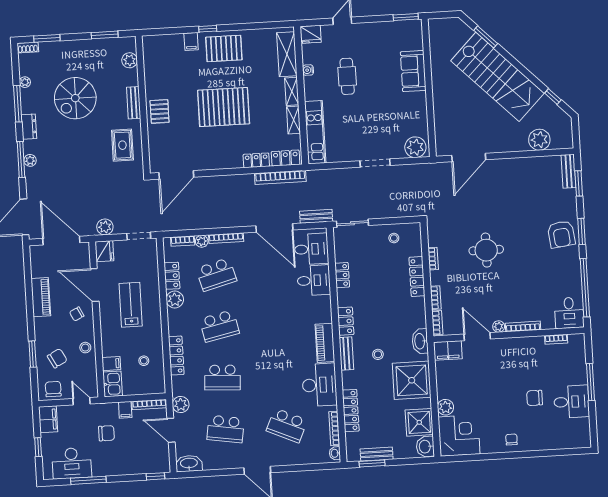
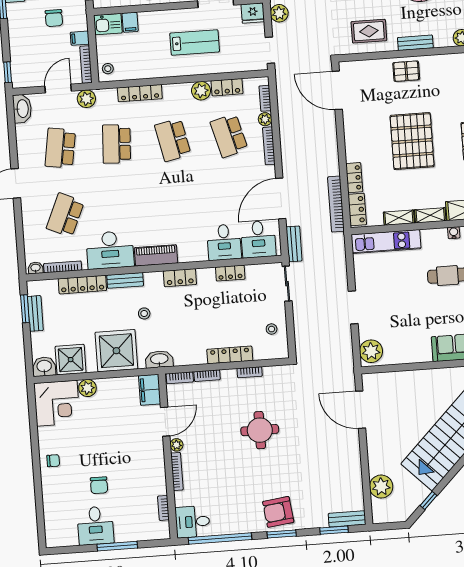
bench: (346, 354) -> (125, 280), moved
stool: (144, 361) -> (108, 69), moved
chair: (535, 398) -> (99, 485), turned 180

